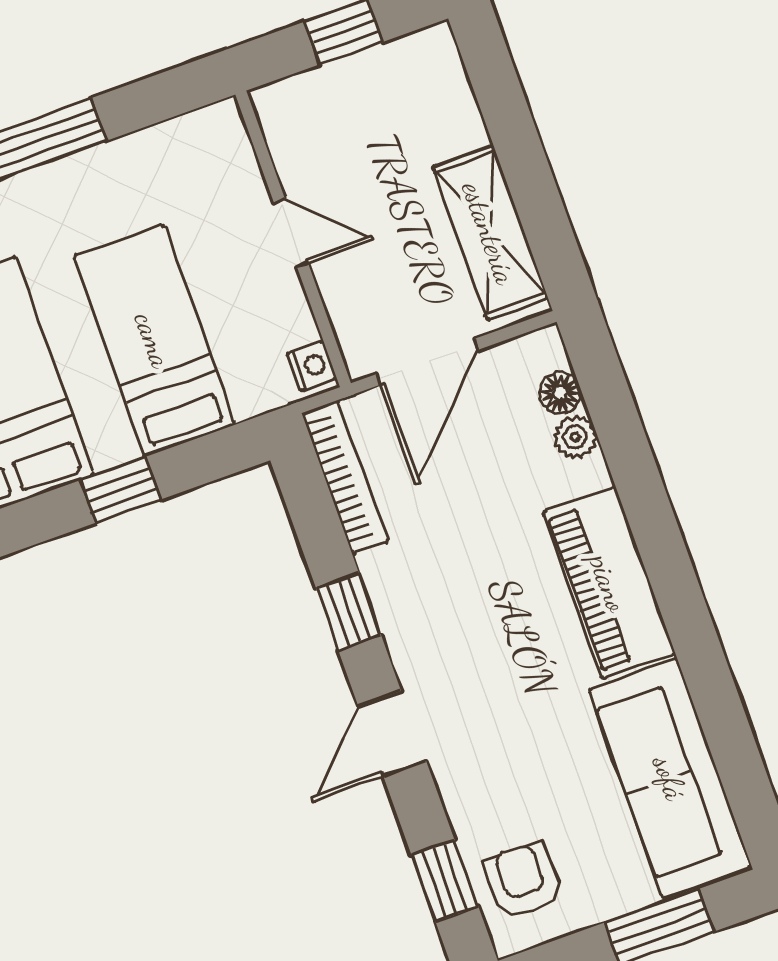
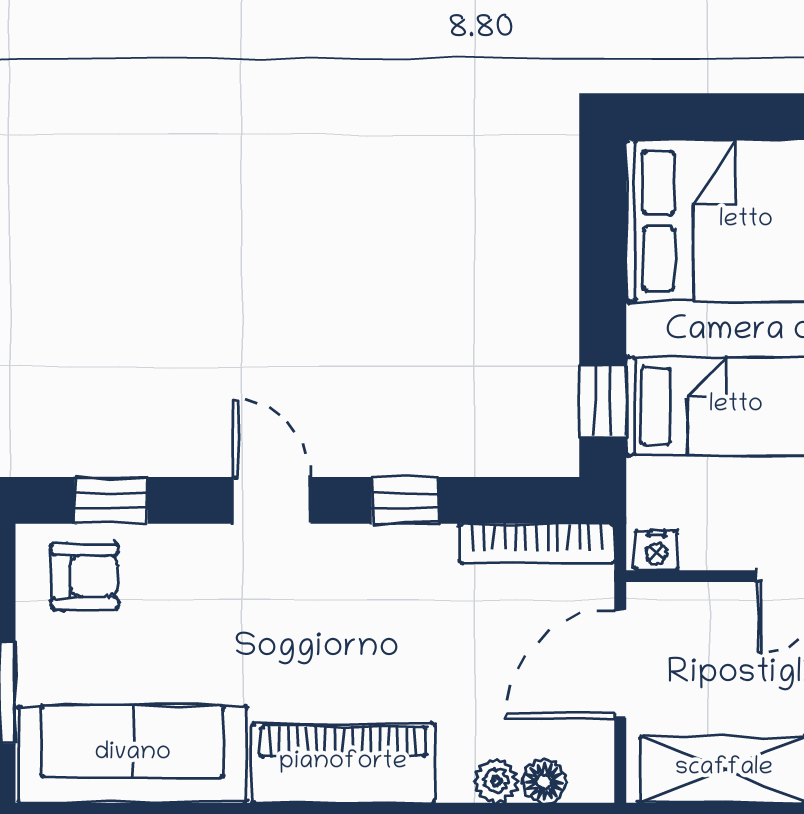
door: (427, 362) -> (620, 664), hinge flipped
window: (121, 490) -> (603, 401), moved

